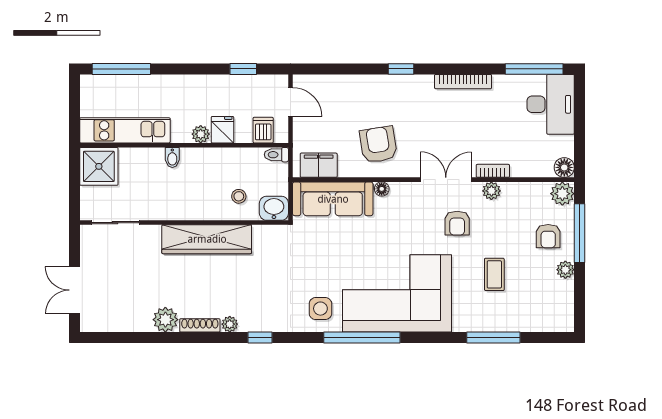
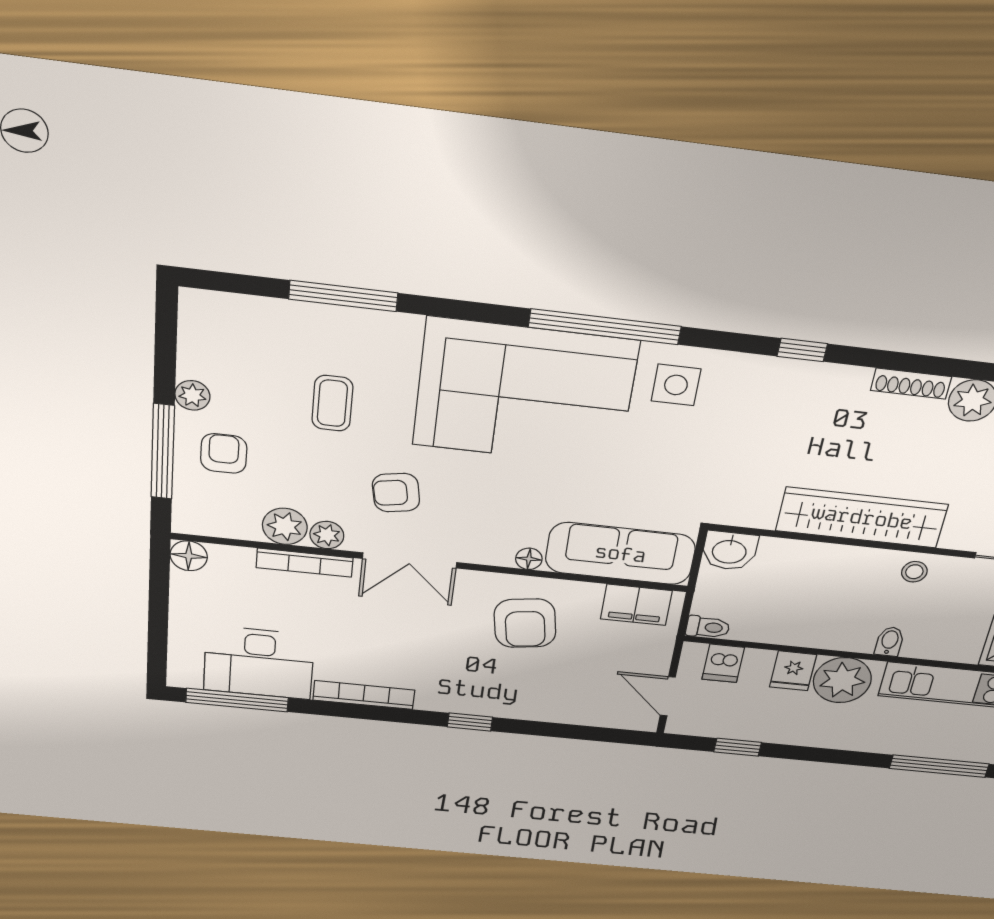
desk: (551, 104) -> (259, 663), moved, turned -90
plant: (201, 134) -> (842, 680), width x1.88, depth x1.88
bookcase: (493, 171) -> (305, 563), width x1.56
plant: (562, 194) -> (285, 526), moved
stool: (239, 196) -> (914, 572), moved
armchair: (457, 223) -> (396, 493), turned -100
plant: (230, 324) -> (854, 379), removed

